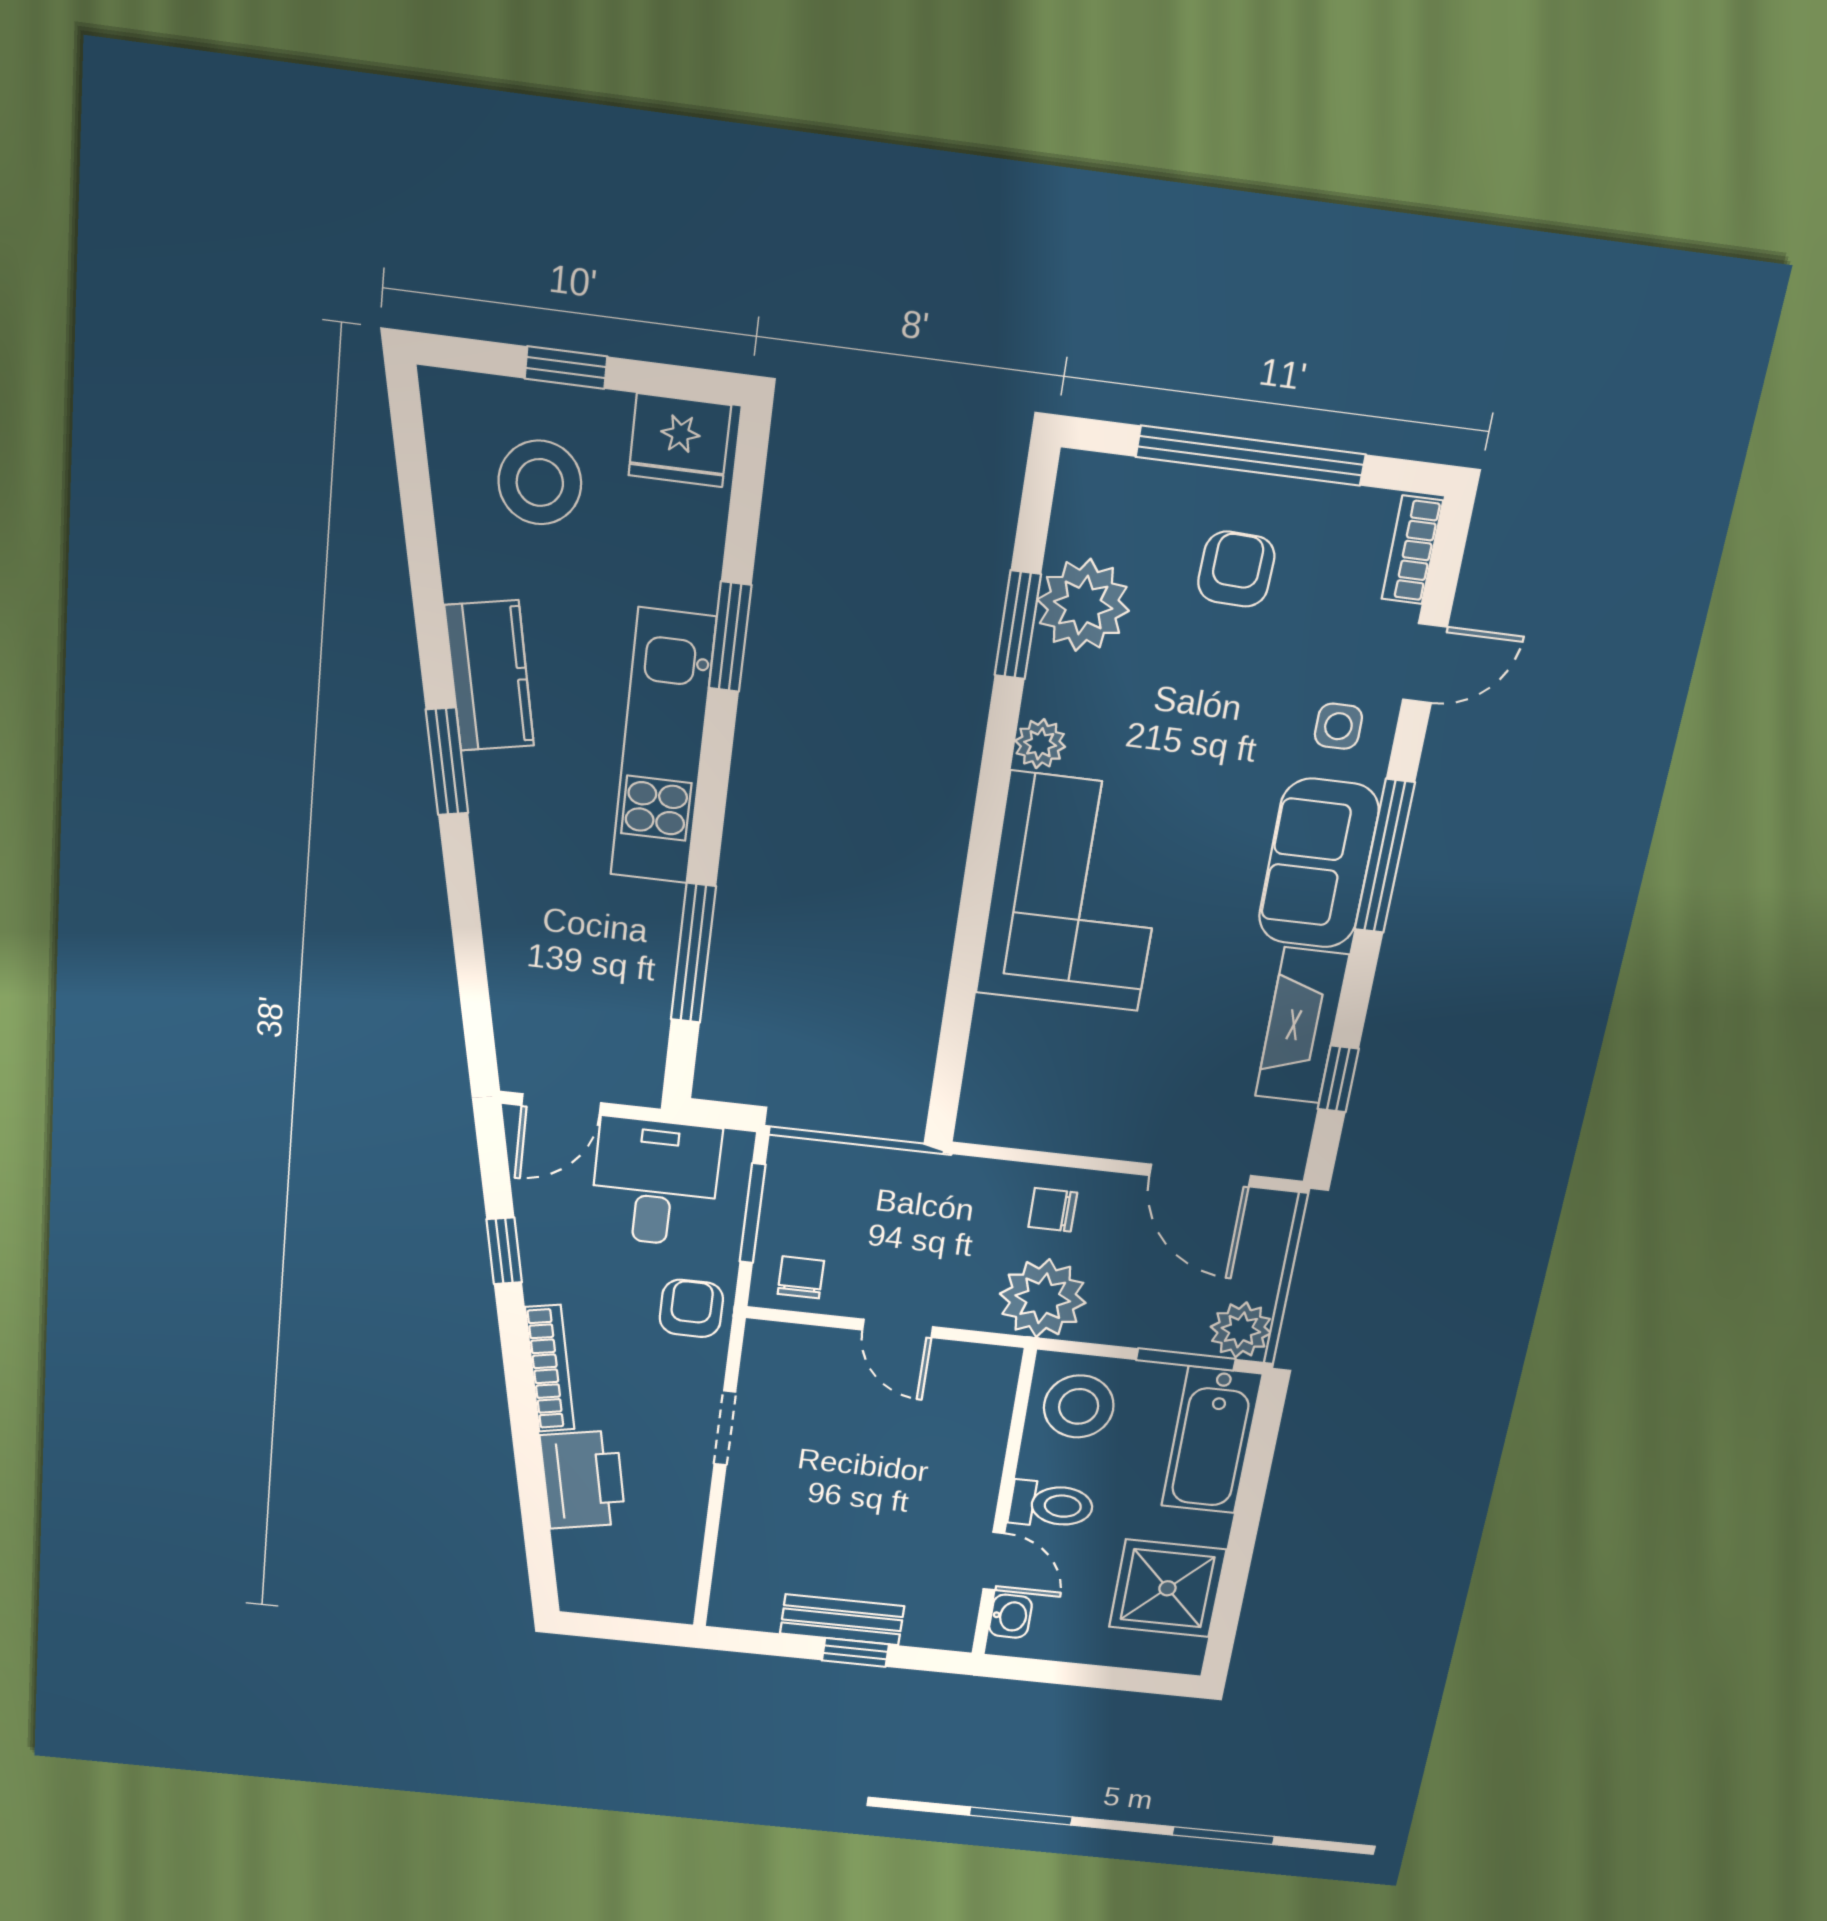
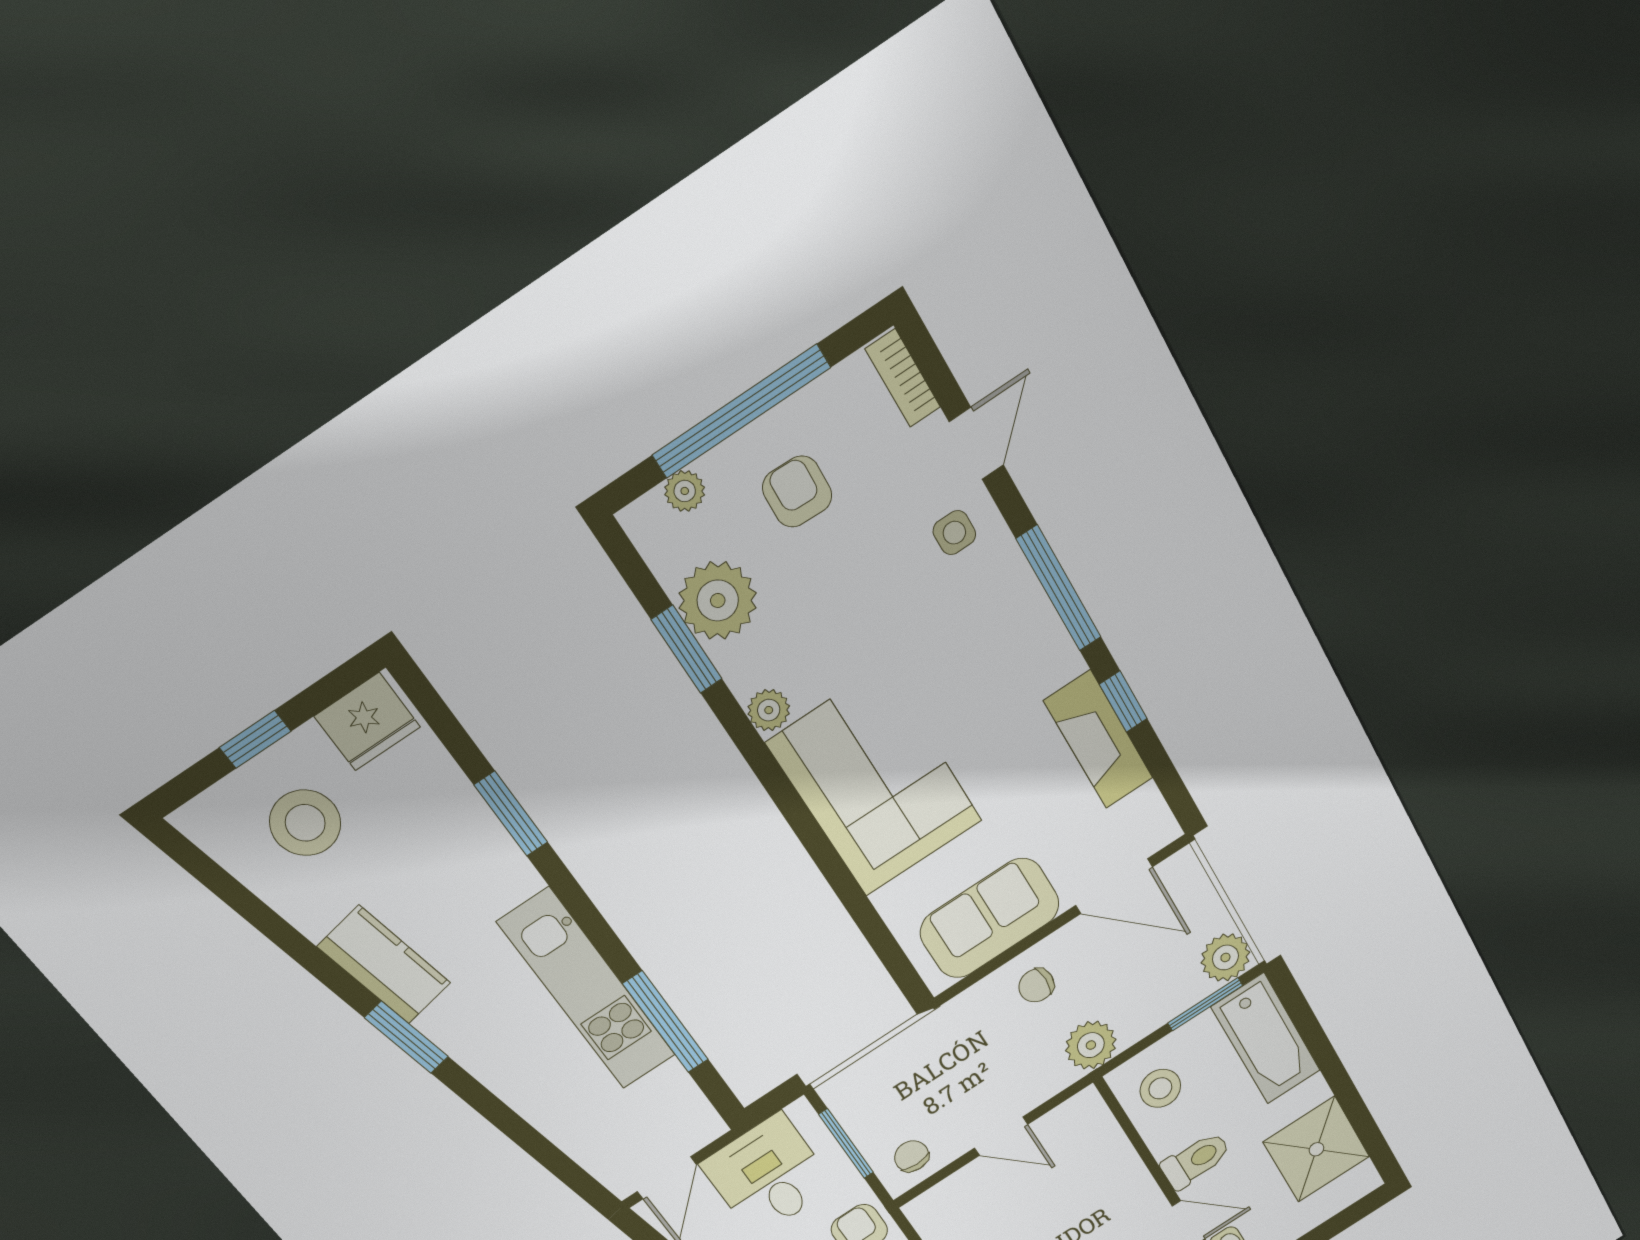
plant: (1141, 482) -> (685, 491), added
kitchen unit: (663, 747) -> (587, 989), moved
sofa: (1319, 864) -> (990, 918), moved, turned 90
window: (1338, 1079) -> (1123, 702), moved
plant: (1043, 1298) -> (1091, 1045), width x0.73, depth x0.73
stool: (1079, 1406) -> (1160, 1088), width x0.73, depth x0.73

